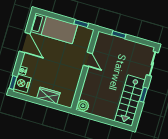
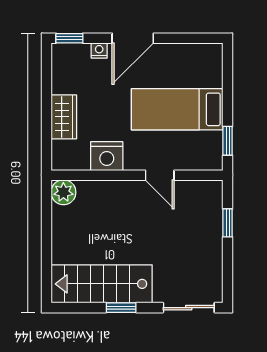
bed: (54, 28) -> (177, 109), moved, turned 90
door: (25, 43) -> (133, 38), moved
door: (88, 59) -> (160, 175), hinge flipped
nightstand: (22, 83) -> (107, 156), moved, turned 180

